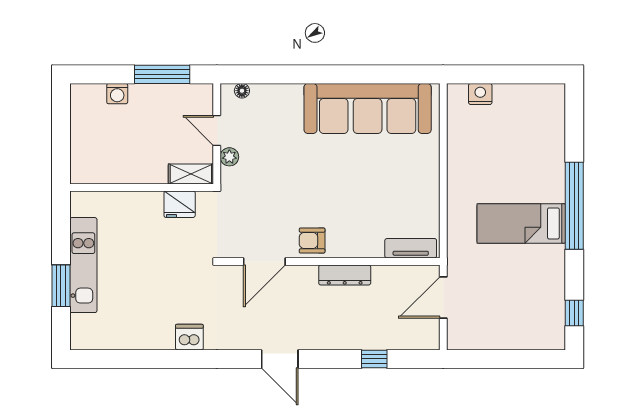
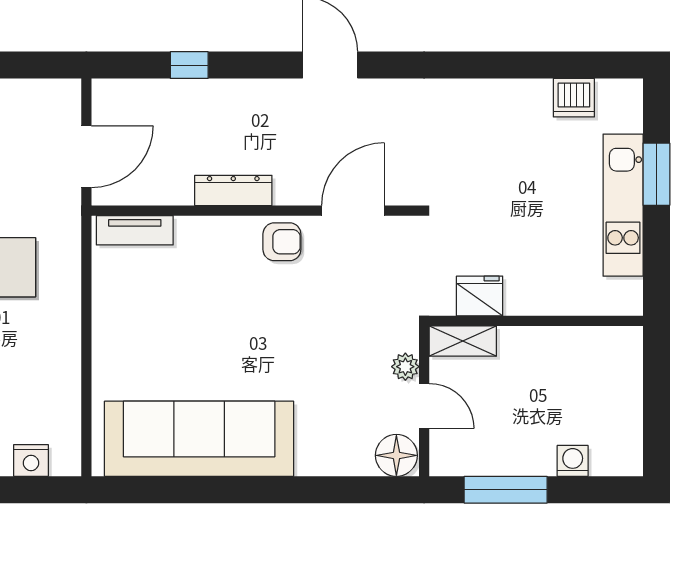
floor lamp: (242, 91) -> (396, 455), width x1.89, depth x1.89
dishwasher: (189, 337) -> (574, 98), moved

